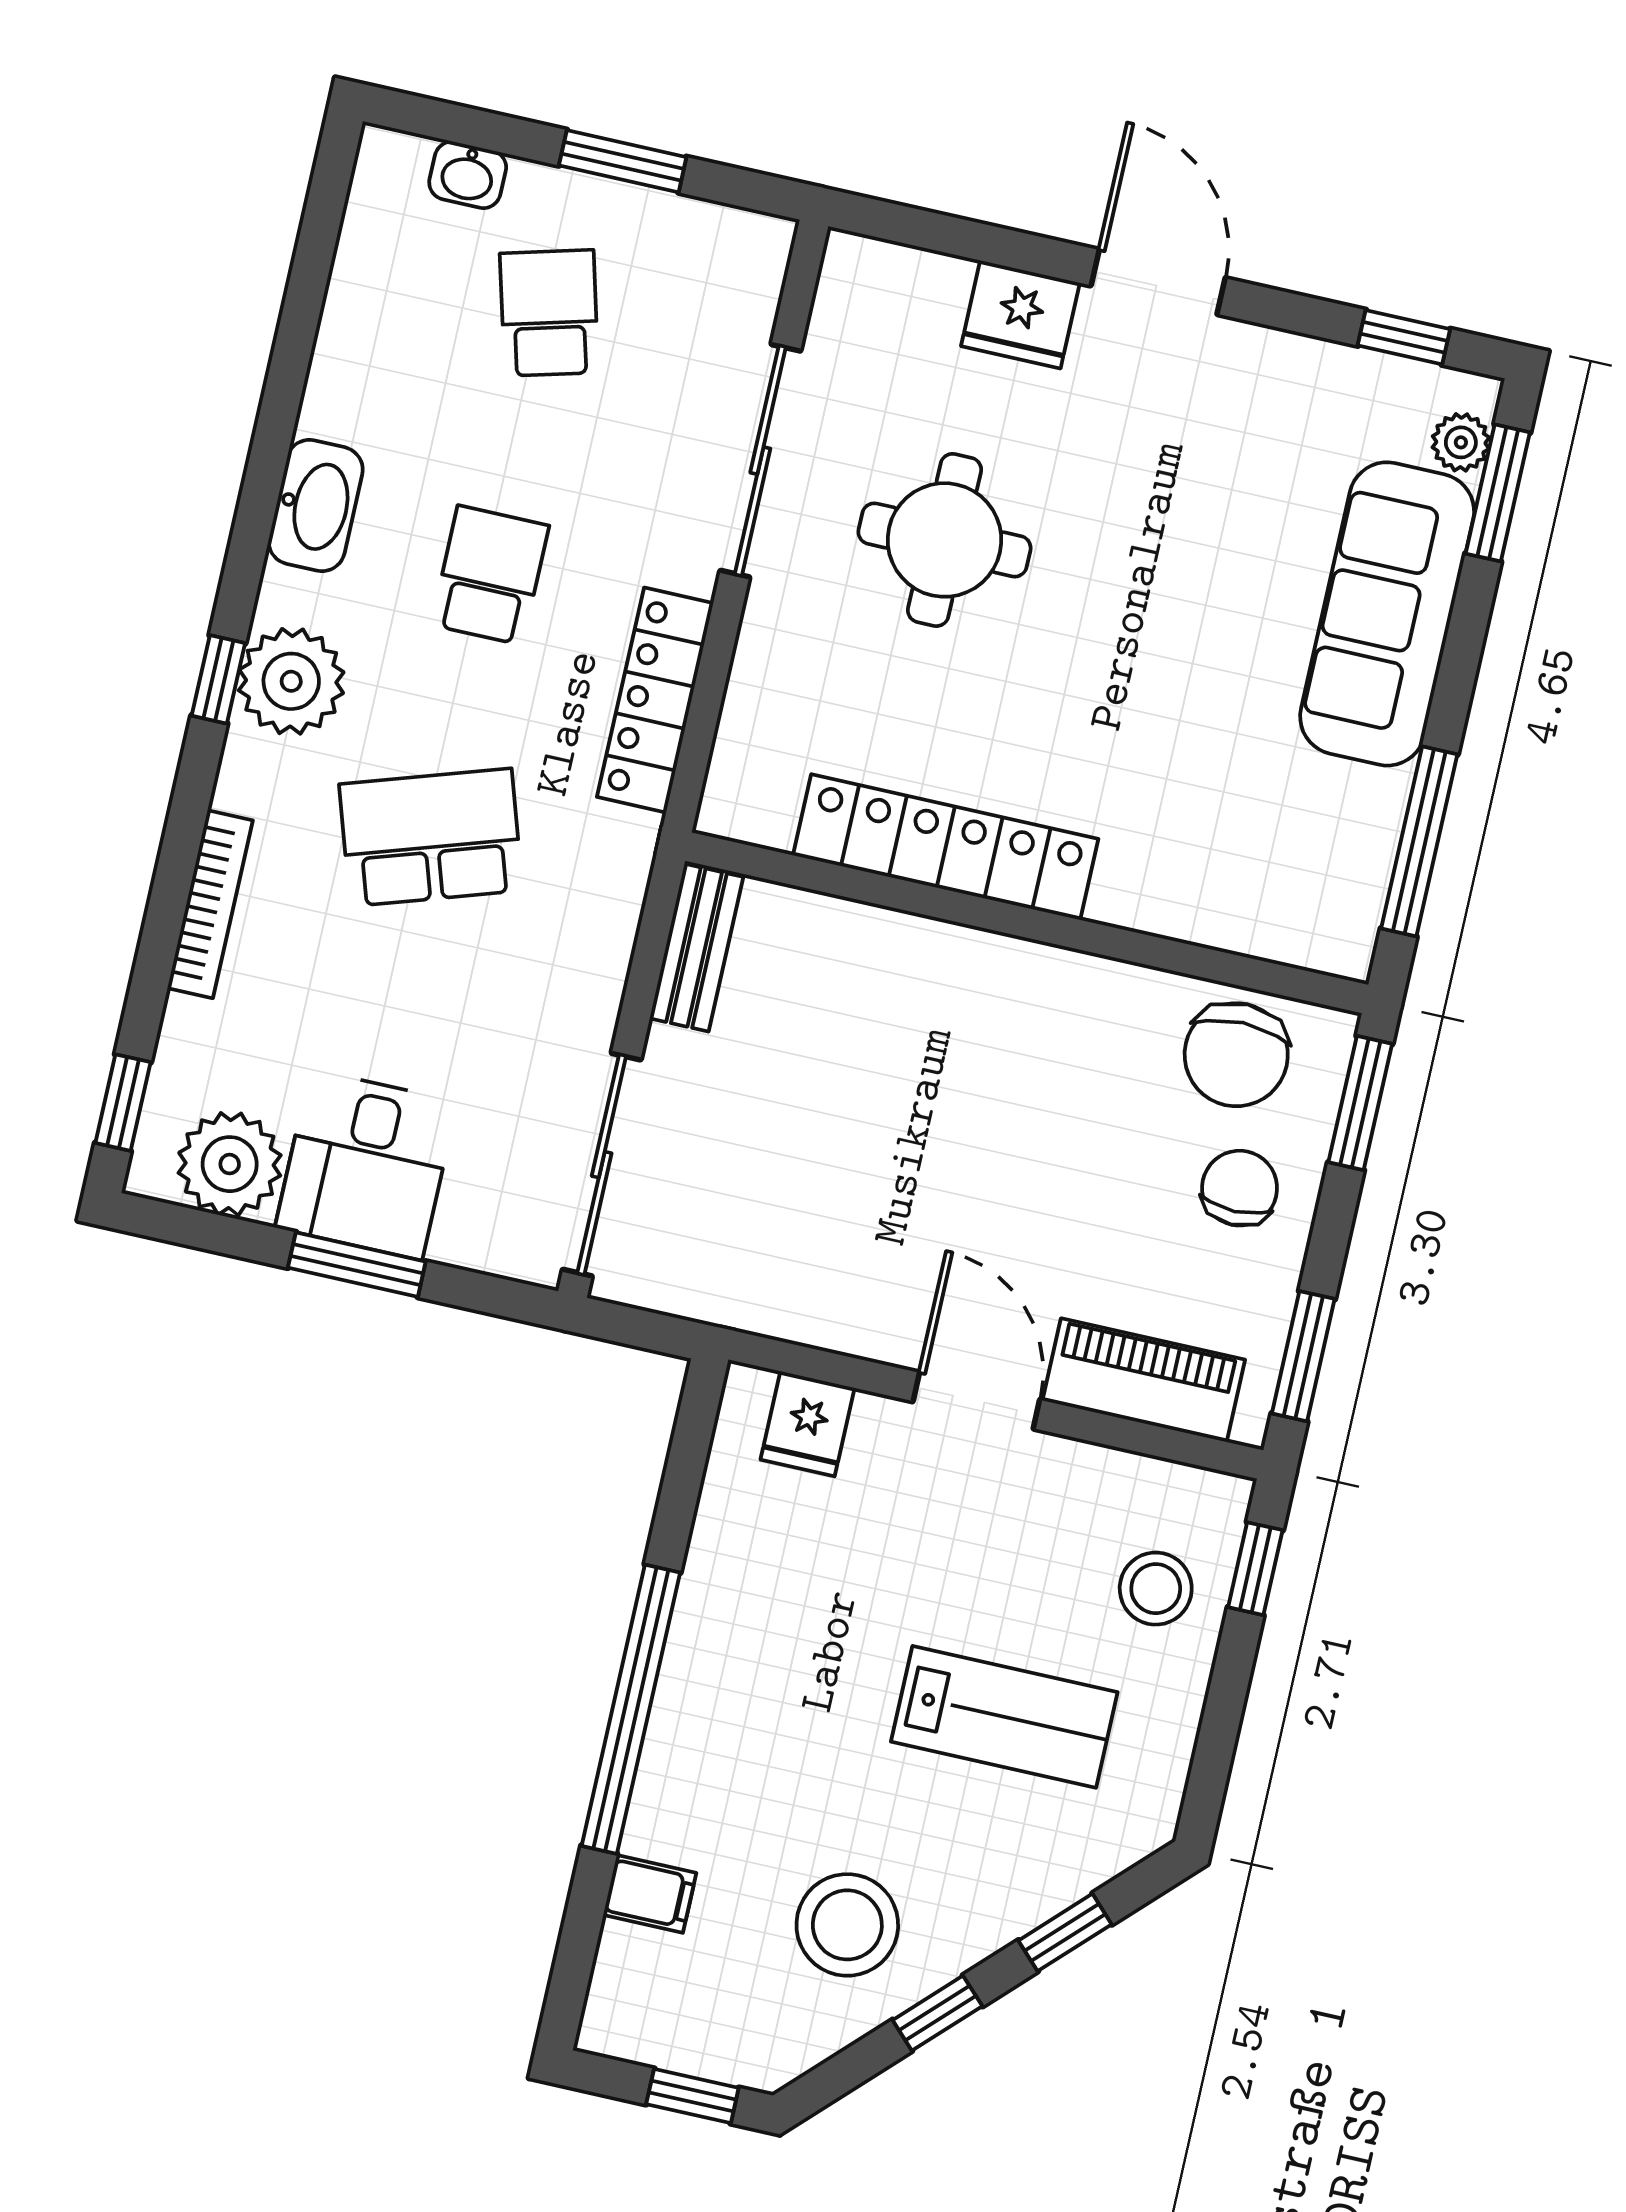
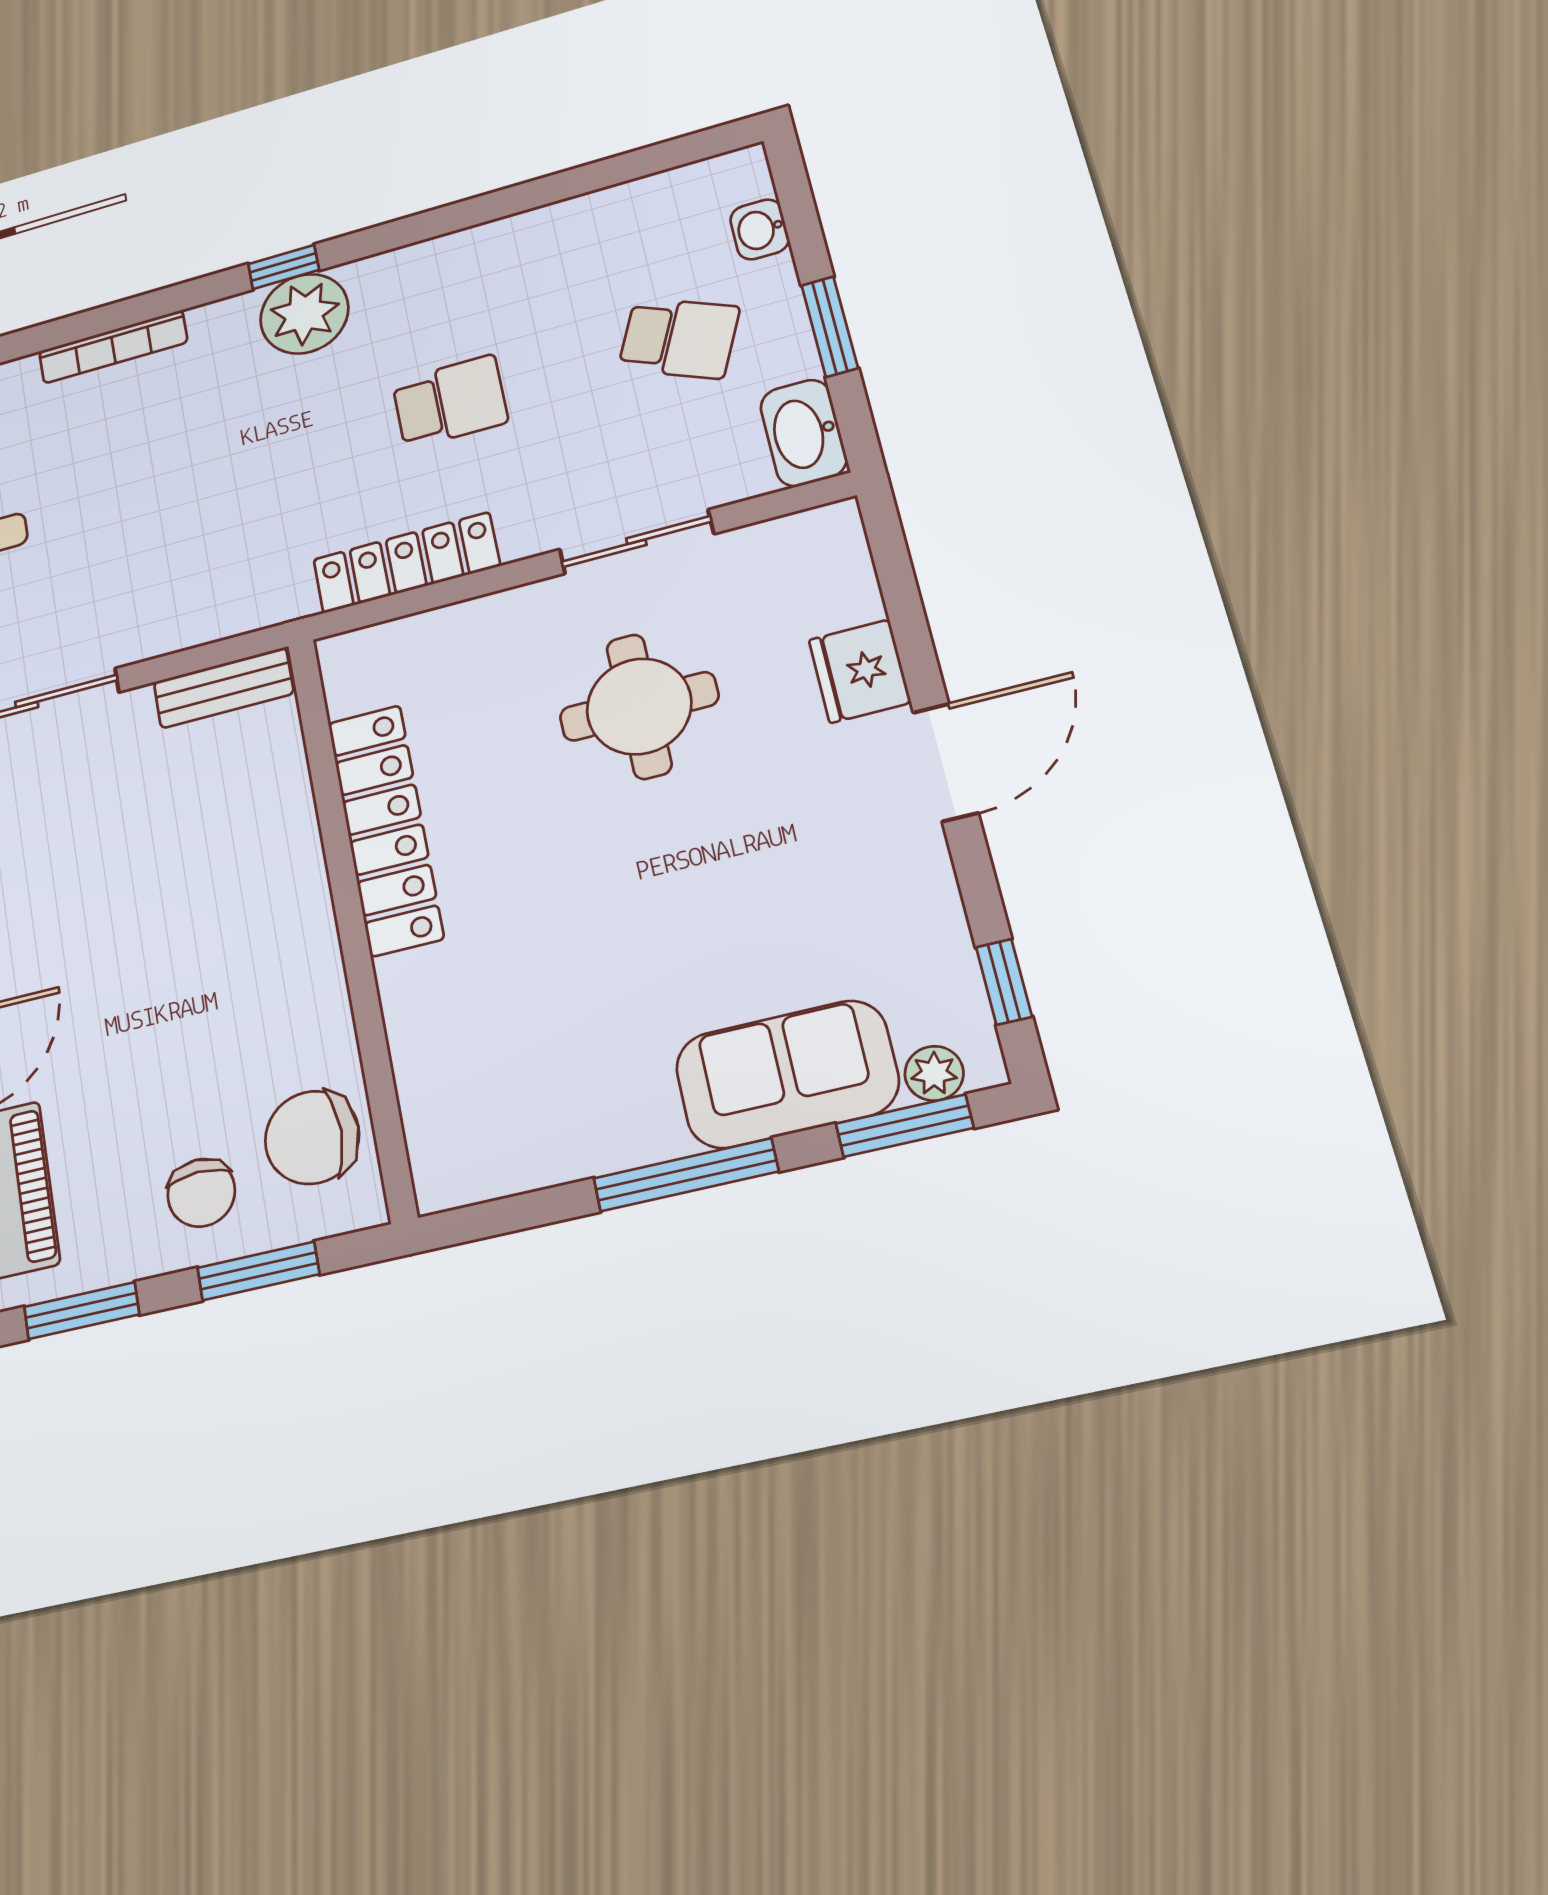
school desk: (549, 313) -> (679, 338), turned 39
sliding door: (760, 461) -> (636, 542), width x0.73
washbasin: (316, 506) -> (803, 433), moved, turned 90
sofa: (1387, 614) -> (787, 1074), width x0.73
school desk: (431, 837) -> (228, 464), removed
window: (1419, 841) -> (686, 1175), moved
window: (1360, 1103) -> (258, 1271), moved
chair: (1240, 1188) -> (201, 1193), turned 89

